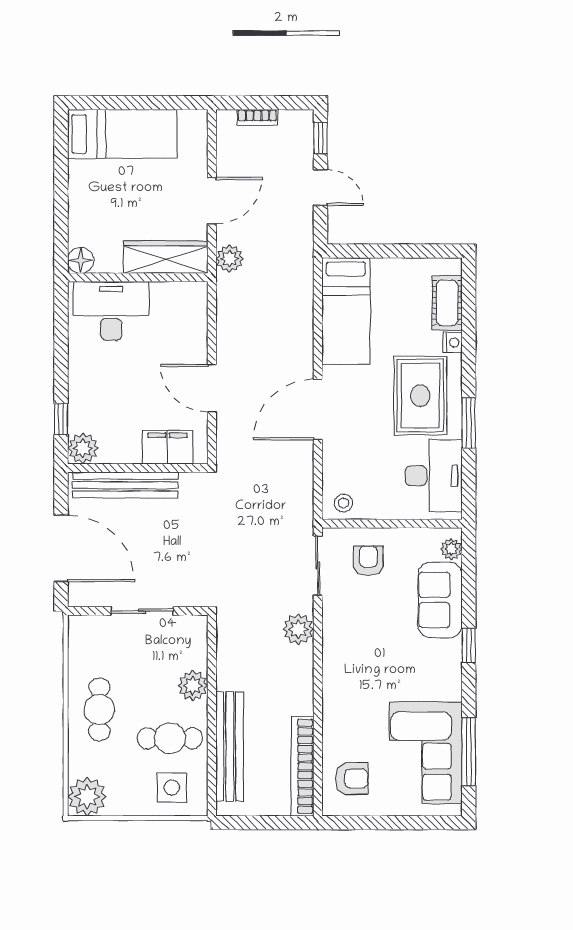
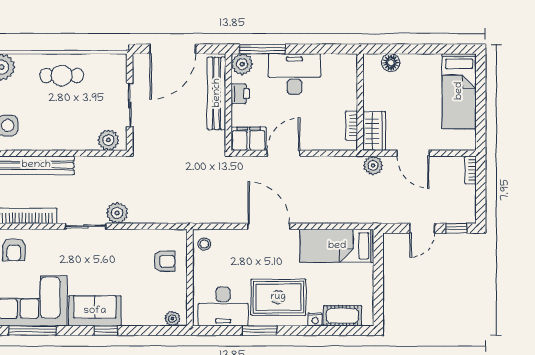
bookcase: (257, 117) -> (471, 170), moved
wardrobe: (166, 257) -> (374, 131), width x0.67
floor lamp: (81, 260) -> (391, 63), moved
bookcase: (172, 290) -> (351, 126), added
desk: (111, 311) -> (294, 74), moved, turned -90
window: (61, 419) -> (262, 49), width x2.17
filing cabinet: (167, 447) -> (249, 139), moved, turned -90
printer: (126, 451) -> (240, 94), added
sliding door: (318, 566) -> (86, 226), moved
sofa: (440, 600) -> (95, 311), moved
plant: (193, 686) -> (108, 140), moved
cafe table: (170, 738) -> (42, 124), removed

